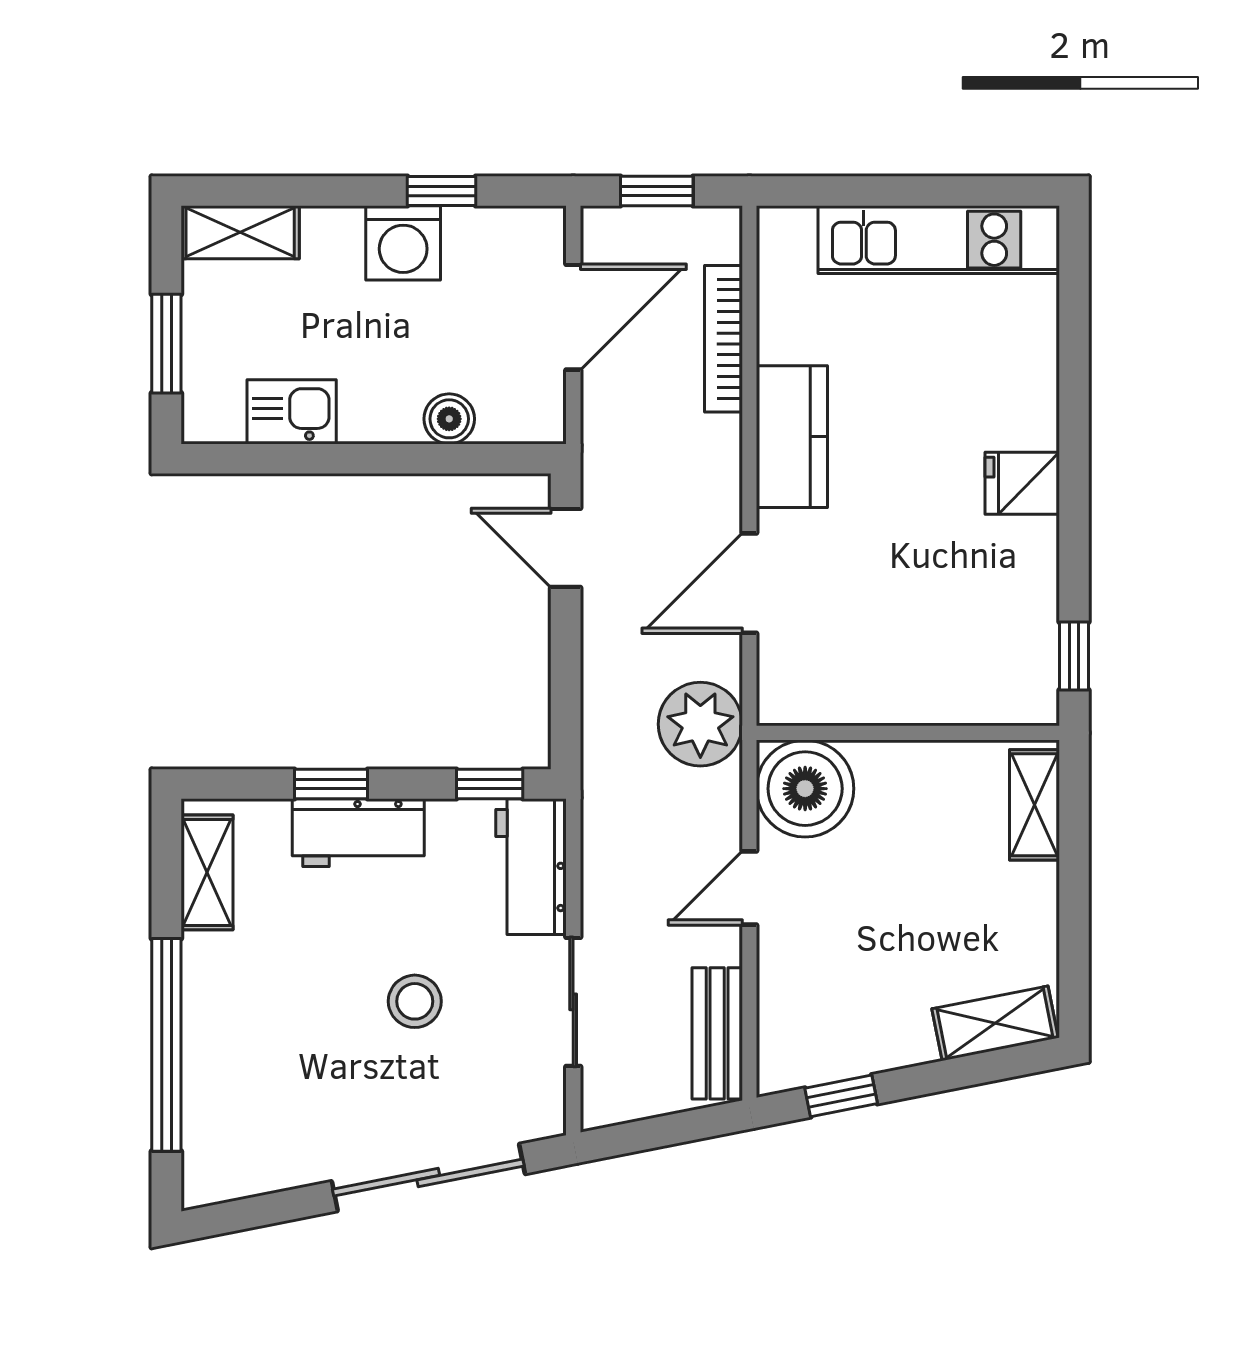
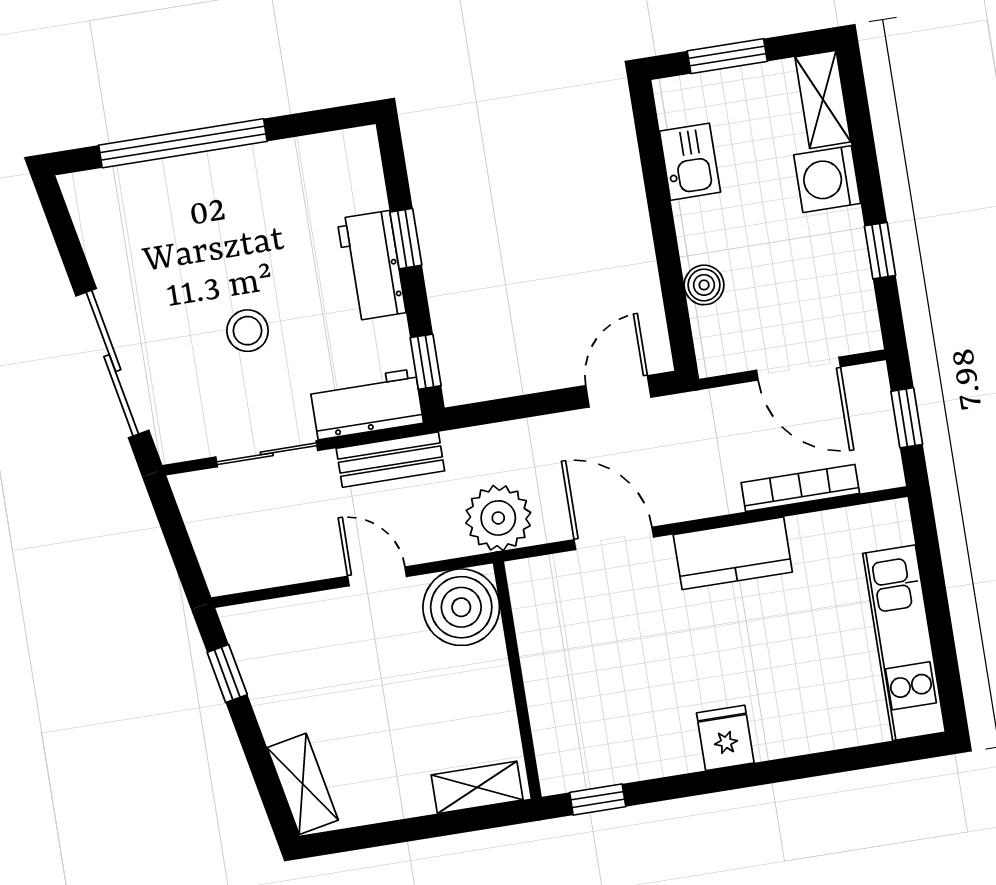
washing machine: (403, 243) -> (827, 179), moved
shelving: (207, 872) -> (322, 153), removed
bench: (717, 1033) -> (390, 460), moved

